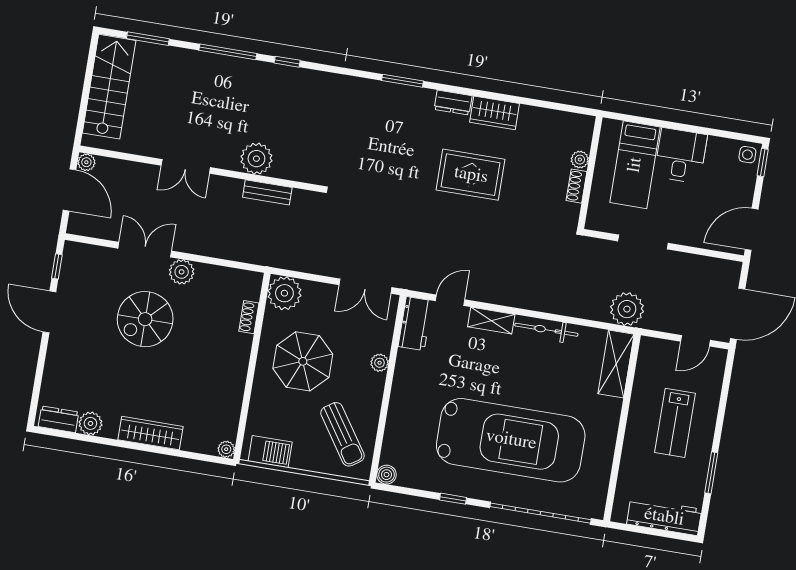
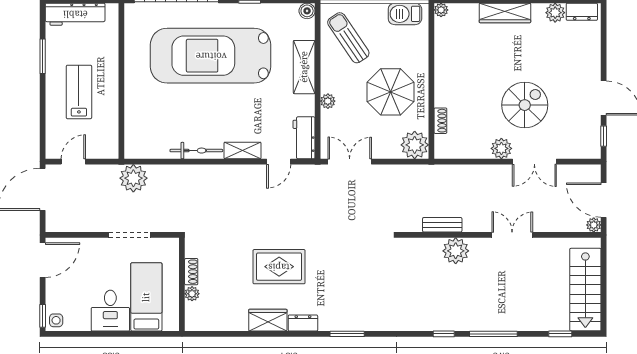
window: (148, 39) -> (560, 334), width x0.67
shelving: (616, 364) -> (304, 67), moved

